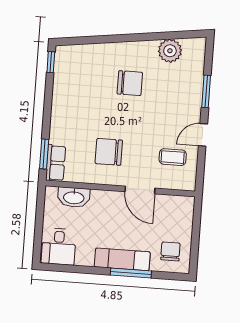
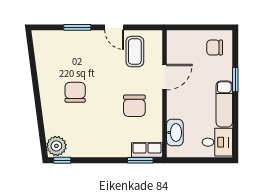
plant: (170, 51) -> (56, 146), moved
coffee table: (173, 157) -> (135, 52), width x1.36, depth x1.30
exam couch: (122, 259) -> (224, 104), moved
window: (131, 273) -> (235, 80), width x0.69

